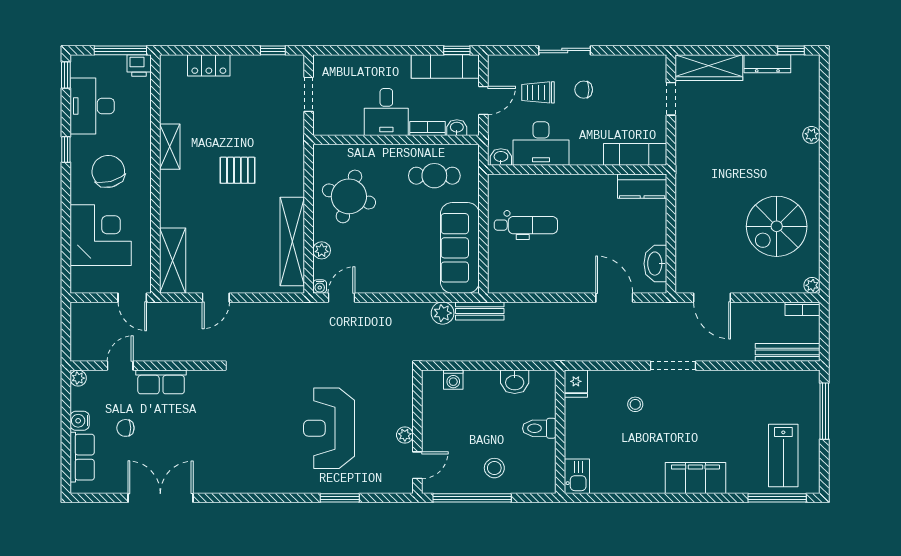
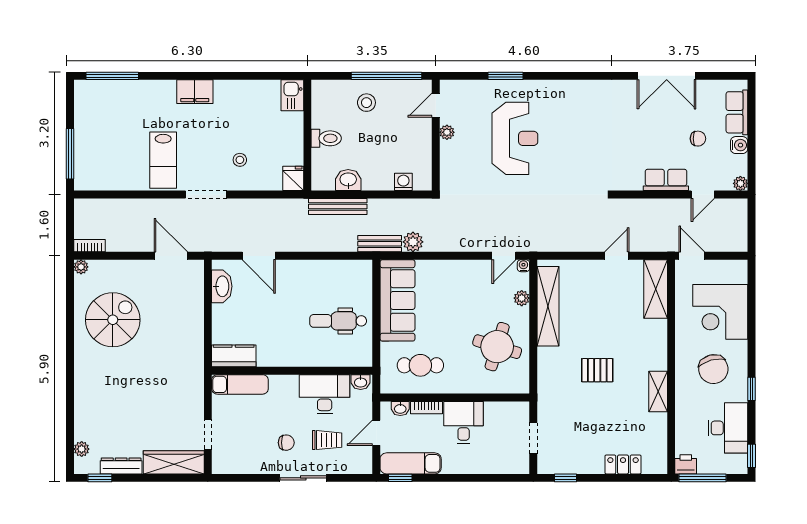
plant: (811, 135) -> (82, 449), moved
bench: (788, 352) -> (338, 207), moved
lab bench: (783, 456) -> (163, 160), moved, turned 180
filing cabinet: (695, 478) -> (195, 92), width x0.67, depth x0.86

